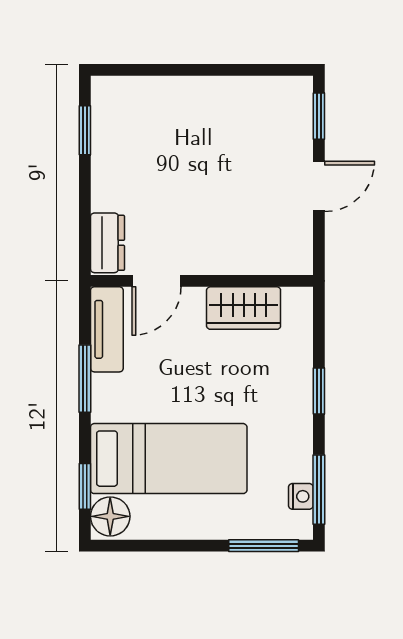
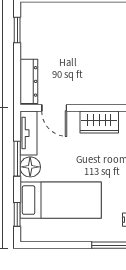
dresser: (107, 243) -> (29, 81), width x1.44
door: (157, 281) -> (54, 108), hinge flipped
floor lamp: (110, 516) -> (30, 167), moved

